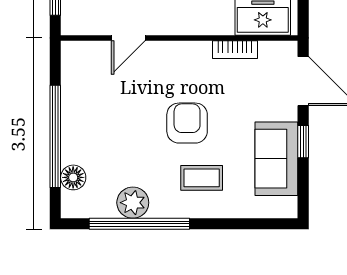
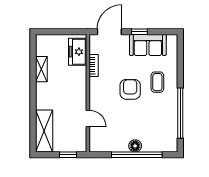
armchair: (187, 123) -> (130, 89), turned 90
floor lamp: (73, 177) -> (135, 146), moved
plant: (133, 203) -> (170, 116), removed

